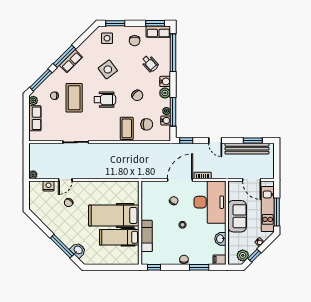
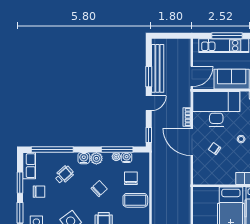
window: (155, 23) -> (20, 183), moved
window: (253, 141) -> (149, 77), moved
door: (252, 180) -> (192, 76), moved

